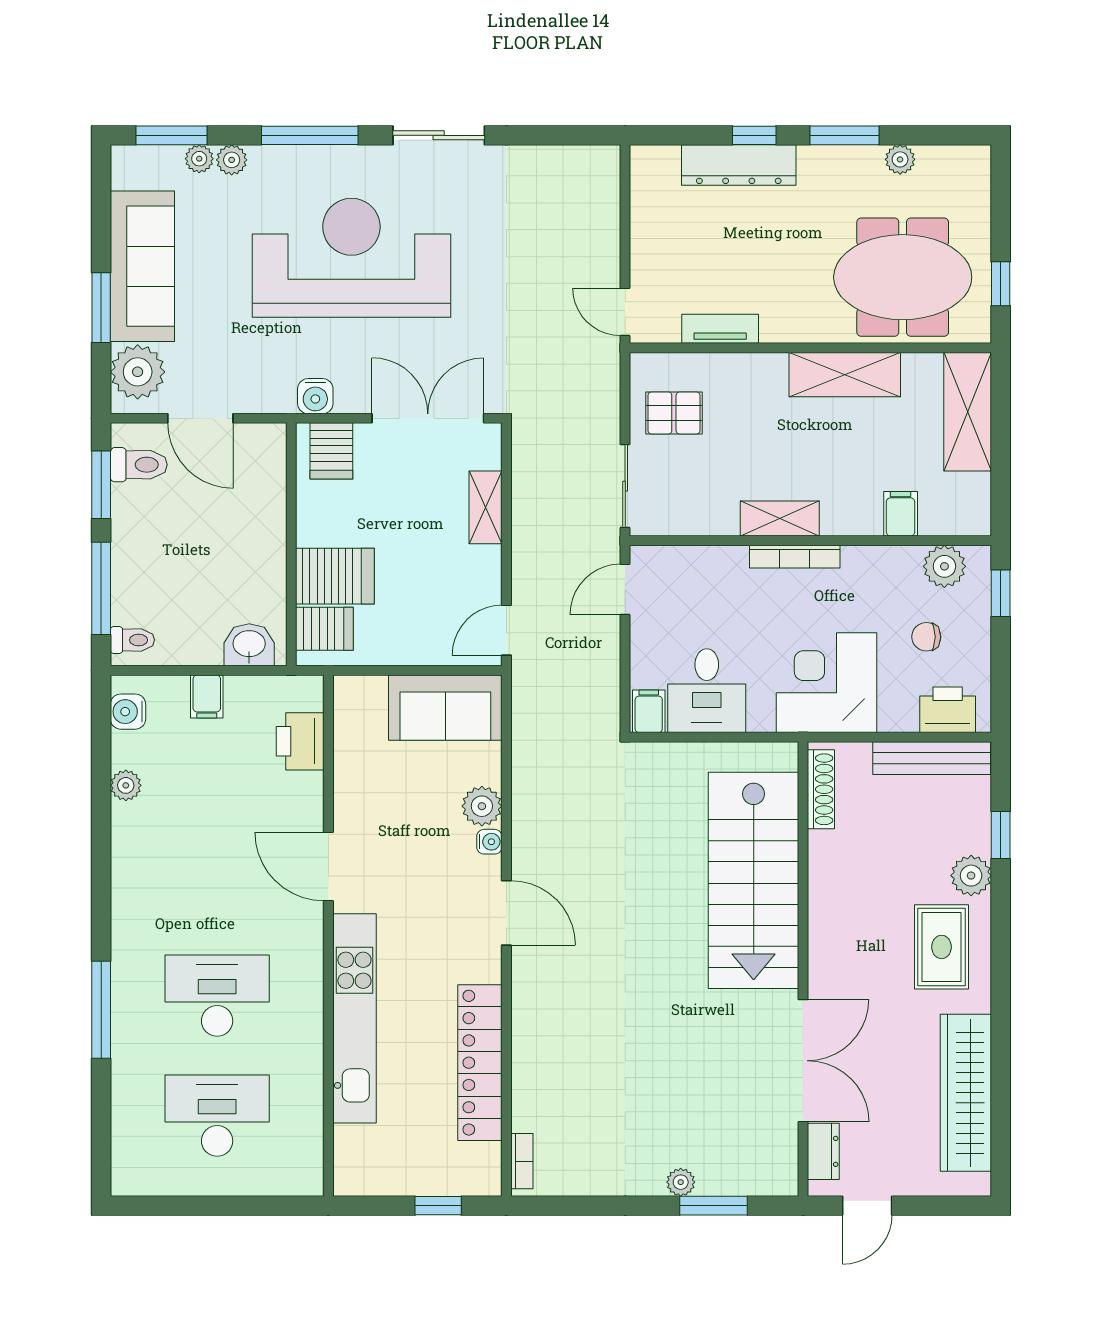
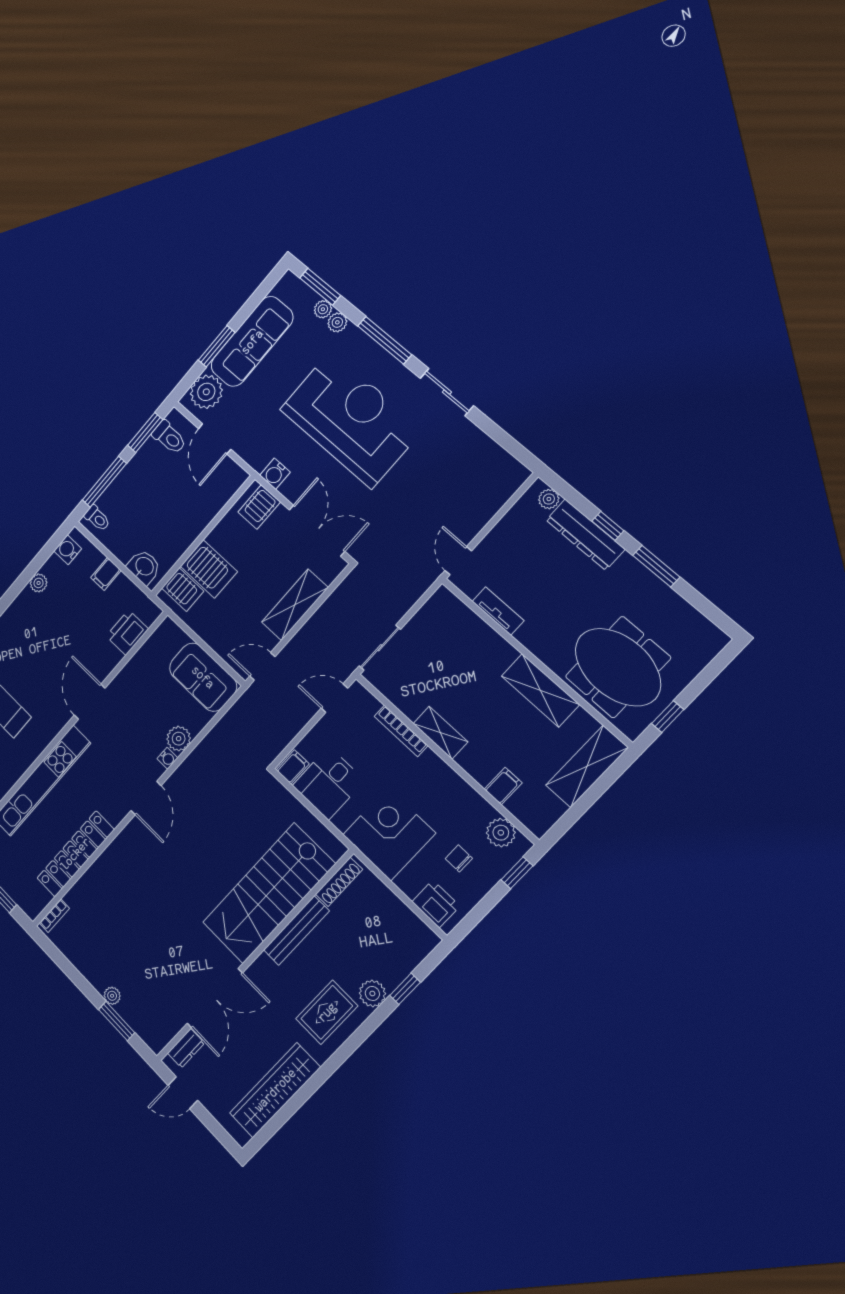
plant: (900, 159) -> (549, 499), moved
pallet: (674, 413) -> (436, 633), removed
shelving: (485, 507) -> (295, 605), width x1.50, depth x1.33
bookcase: (795, 557) -> (401, 731), moved
bench: (932, 758) -> (296, 931), moved, turned 90

